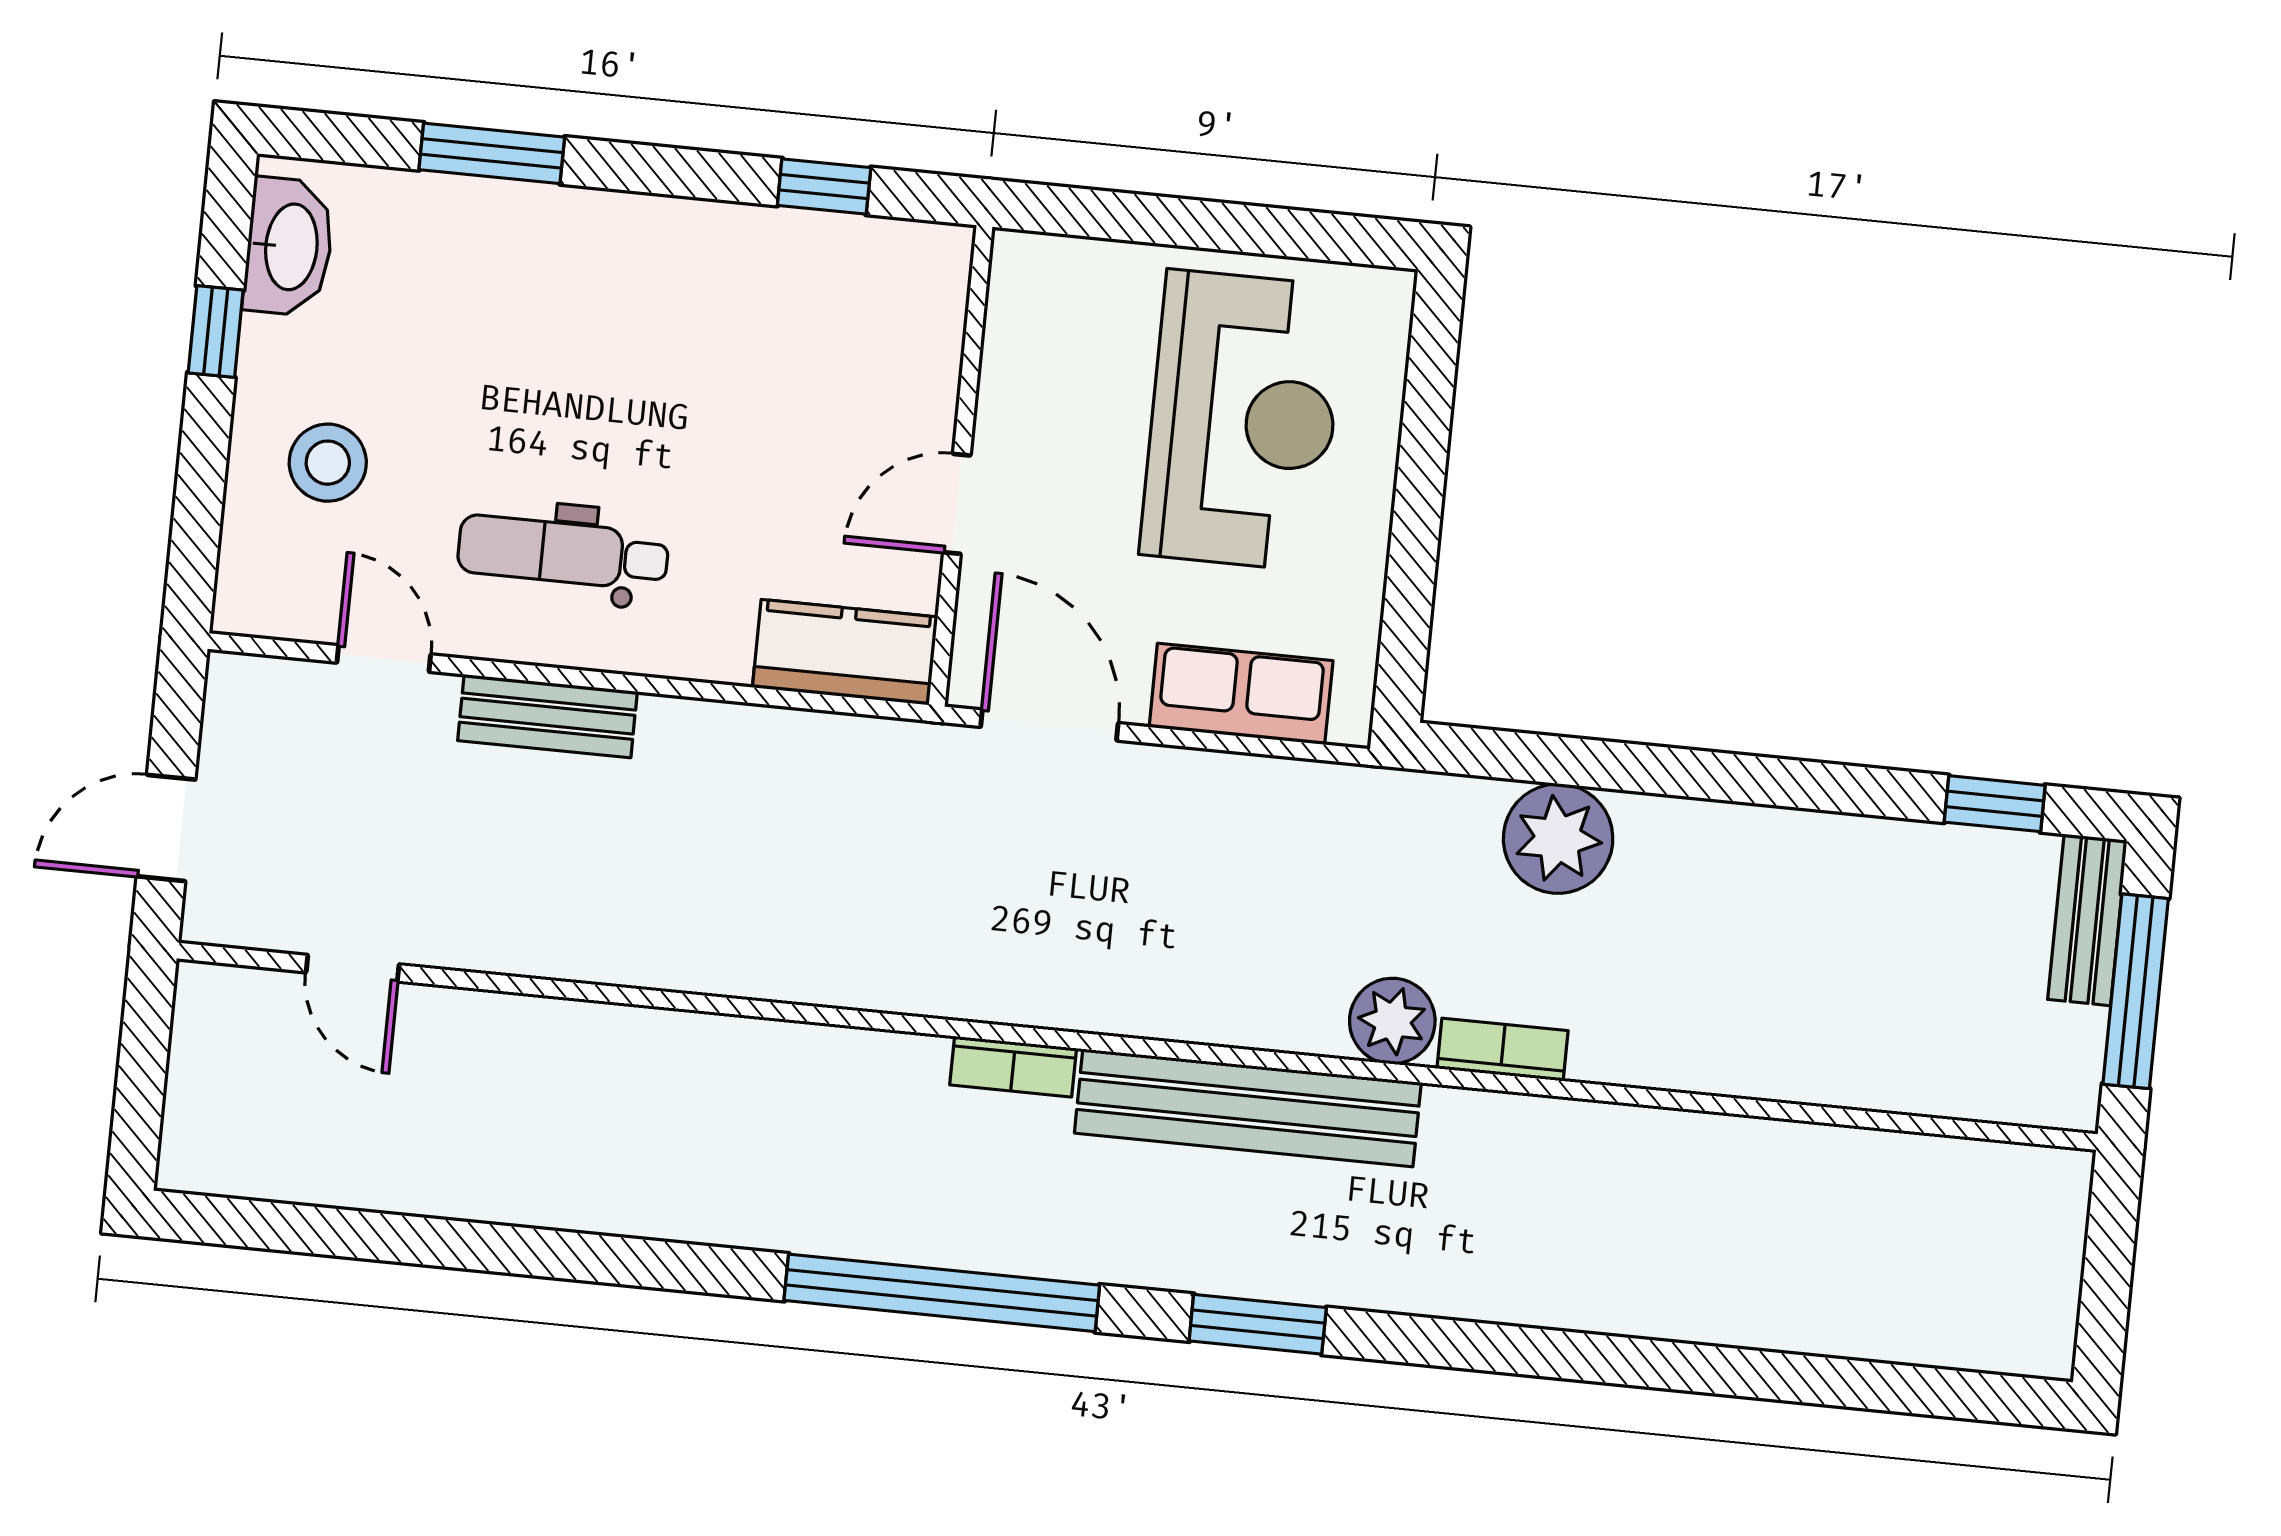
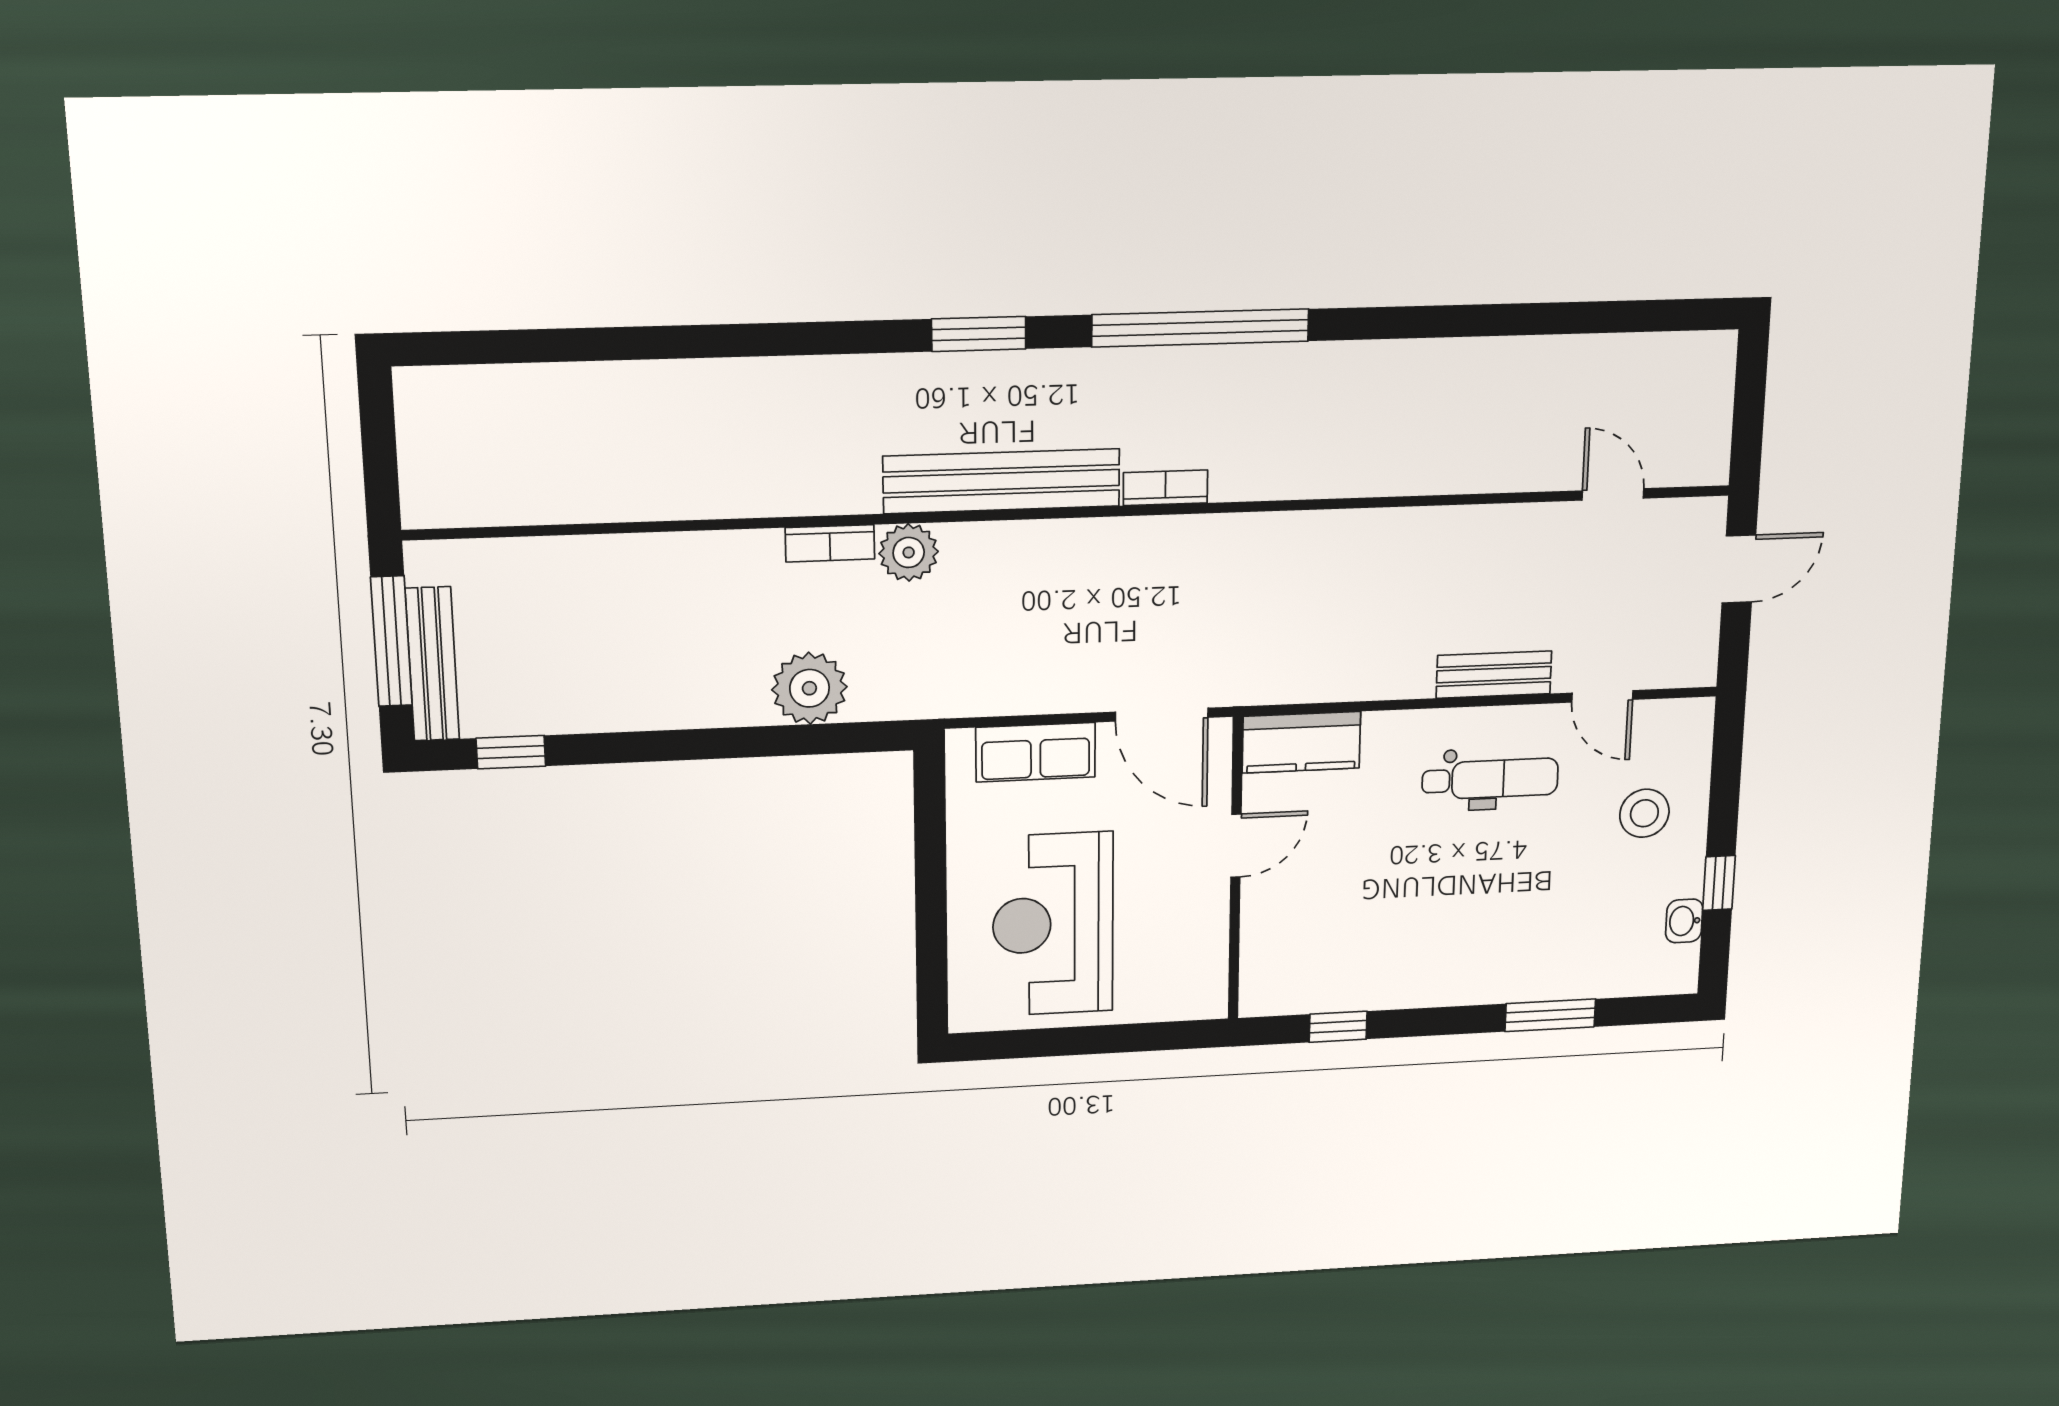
washbasin: (289, 247) -> (1684, 921), width x0.52, depth x0.69
bench: (2087, 920) -> (432, 664), width x1.36

